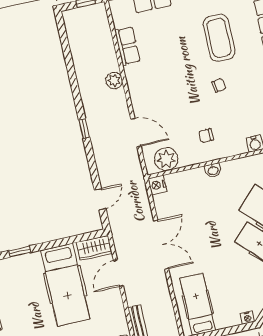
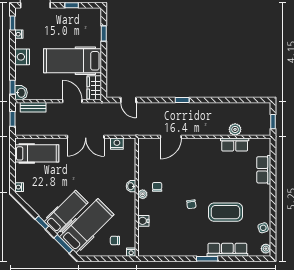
plant: (114, 81) -> (235, 129), moved
plant: (166, 159) -> (143, 194), moved, width x0.53, depth x0.53
nightstand: (157, 185) -> (117, 144), moved

